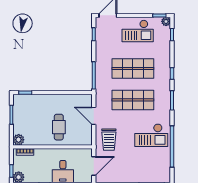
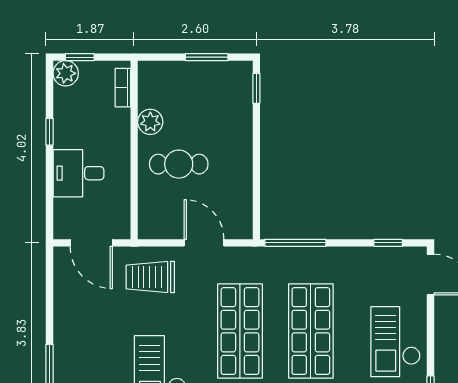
door: (94, 116) -> (204, 243), hinge flipped
plant: (19, 140) -> (150, 122), moved

